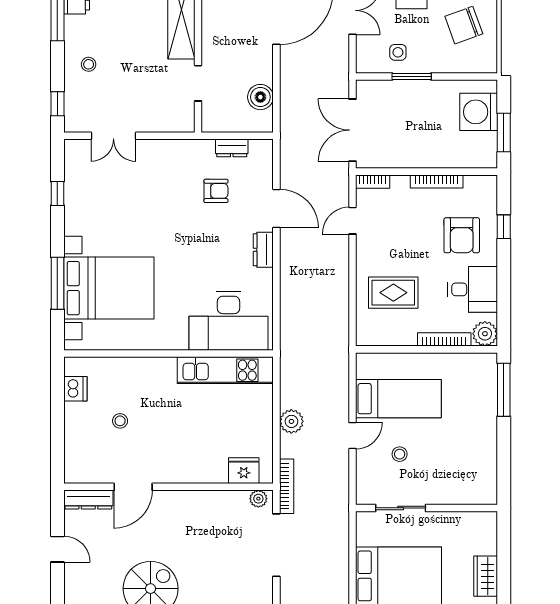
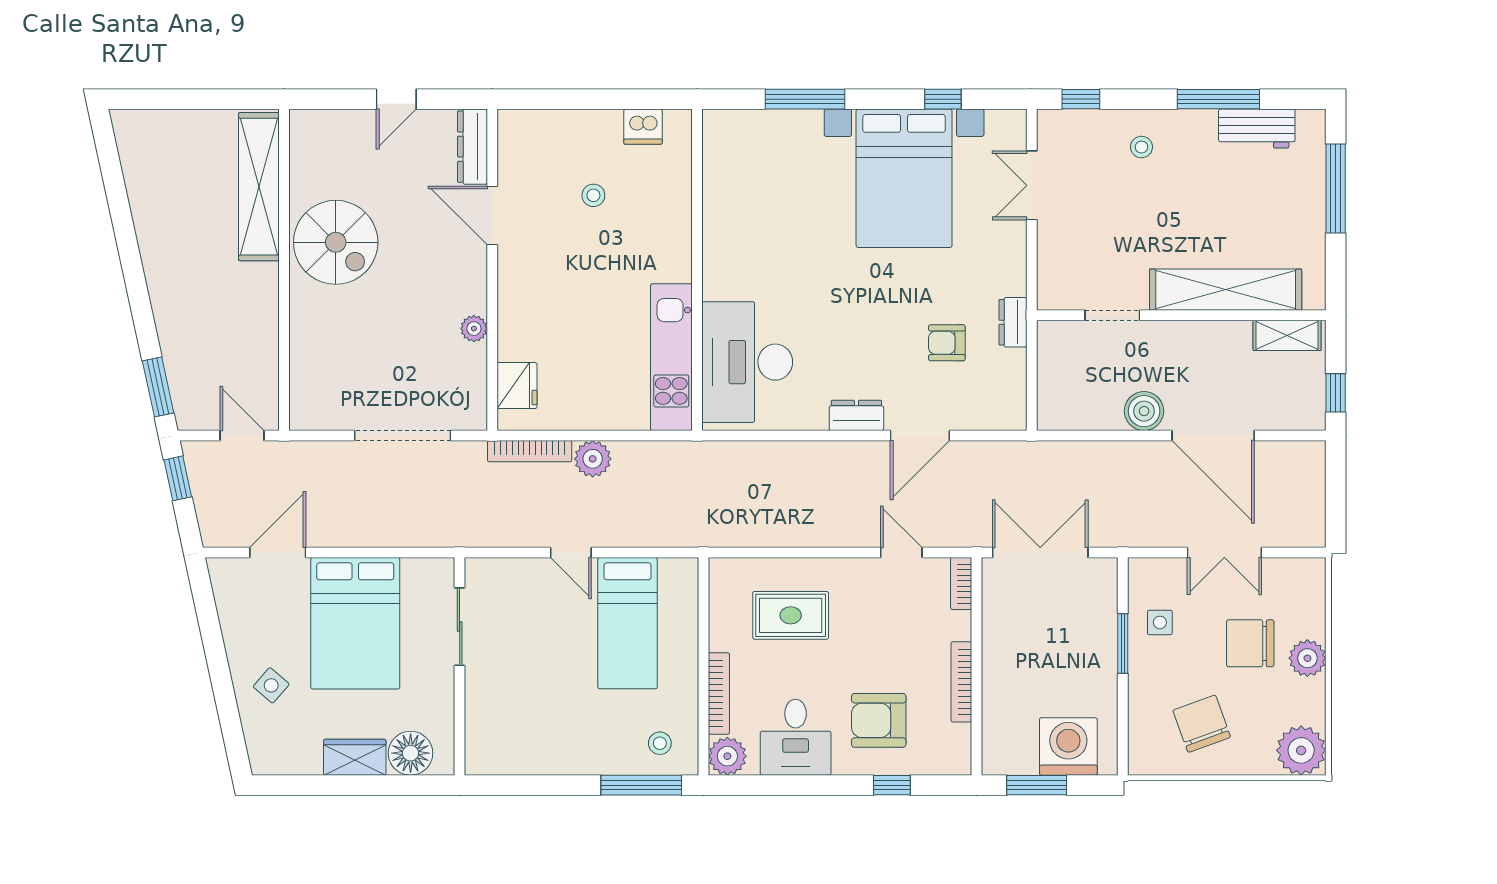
boiler: (260, 97) -> (1144, 411), moved
dresser: (232, 148) -> (1013, 322), moved
armchair: (216, 191) -> (947, 343), turned 90
bed with nightstands: (109, 288) -> (904, 178), moved
rug: (393, 293) -> (791, 615), turned 90
stool: (400, 454) -> (660, 743), moved
bookcase: (287, 486) -> (530, 451), moved
plant: (258, 499) -> (474, 329), moved
floor lamp: (483, 540) -> (411, 753), added

